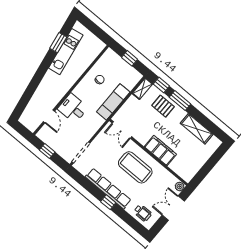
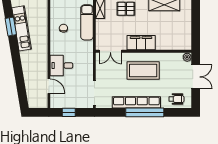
exam couch: (113, 102) -> (87, 22), moved
filing cabinet: (160, 150) -> (141, 43), moved
window: (108, 202) -> (145, 112), width x3.17
double door: (173, 208) -> (196, 77), swing flipped

